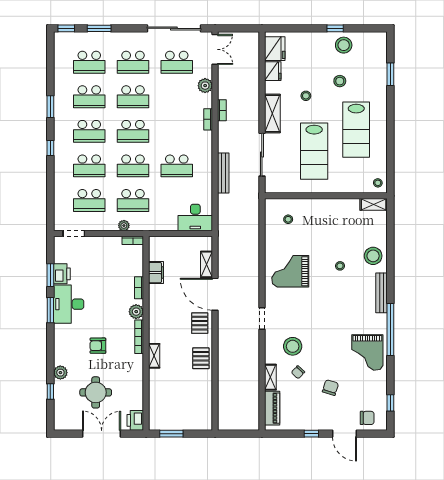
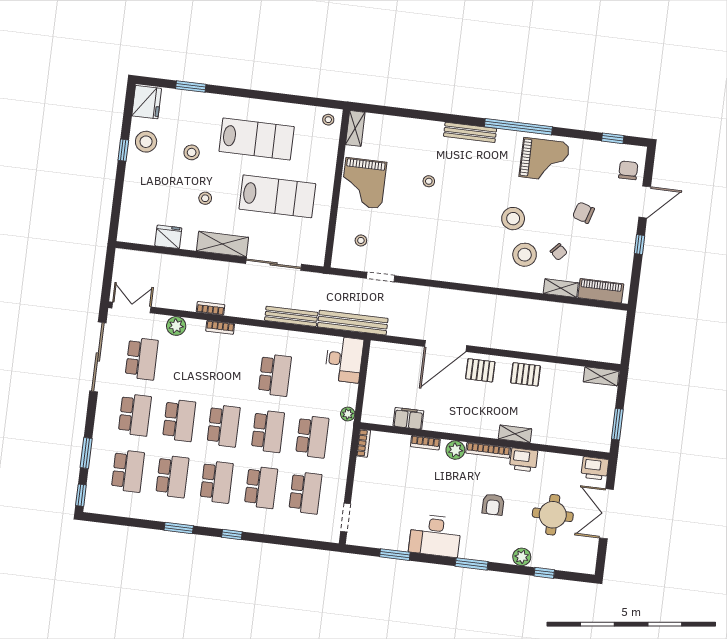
fridge: (275, 49) -> (147, 102), moved, turned 90
bench: (224, 221) -> (353, 323), added
plant: (124, 226) -> (348, 414), moved
stool: (373, 256) -> (513, 219), moved
shelving: (207, 264) -> (601, 376), moved
grand piano: (290, 271) -> (364, 183), moved
printer: (62, 274) -> (524, 460), moved, turned 180
window: (50, 310) -> (472, 564), moved
doorway: (262, 318) -> (381, 277), moved

